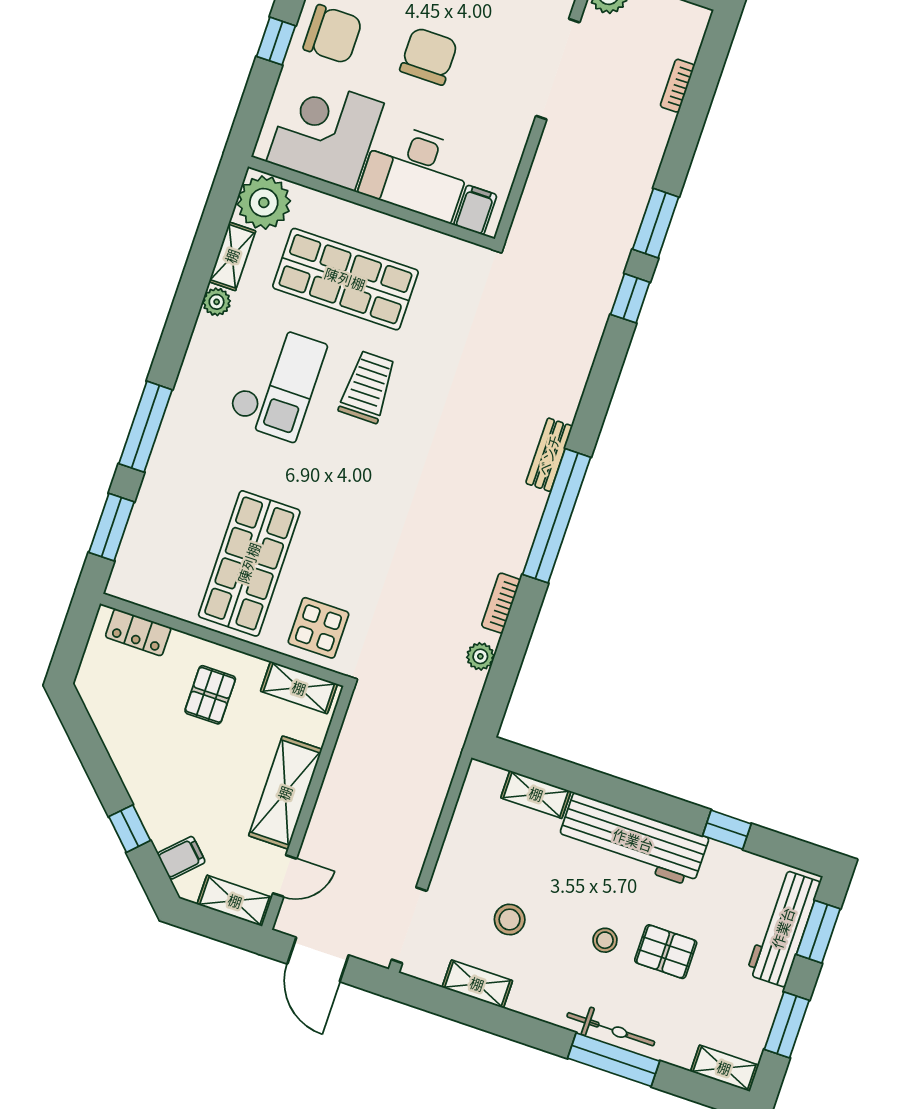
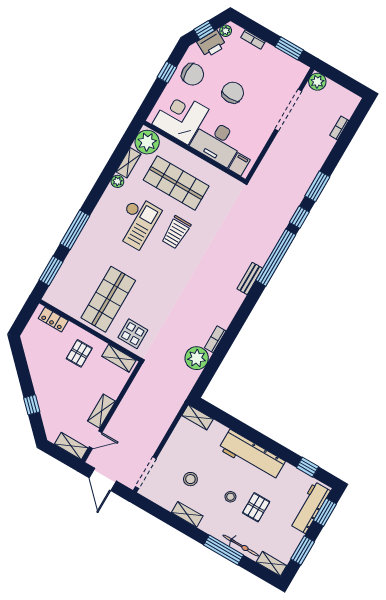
trolley: (368, 387) -> (176, 232), turned 180
window: (557, 516) -> (276, 258), moved
plant: (480, 656) -> (197, 358), width x1.88, depth x1.88
shelving: (285, 793) -> (101, 411), width x0.67, depth x0.75
shelving: (536, 794) -> (197, 417), moved
window: (727, 830) -> (308, 467), moved
filing cabinet: (181, 858) -> (52, 422), removed
pallet: (666, 952) -> (256, 507), turned 90
shelving: (477, 984) -> (187, 514), moved
bicycle: (611, 1029) -> (241, 546), moved

